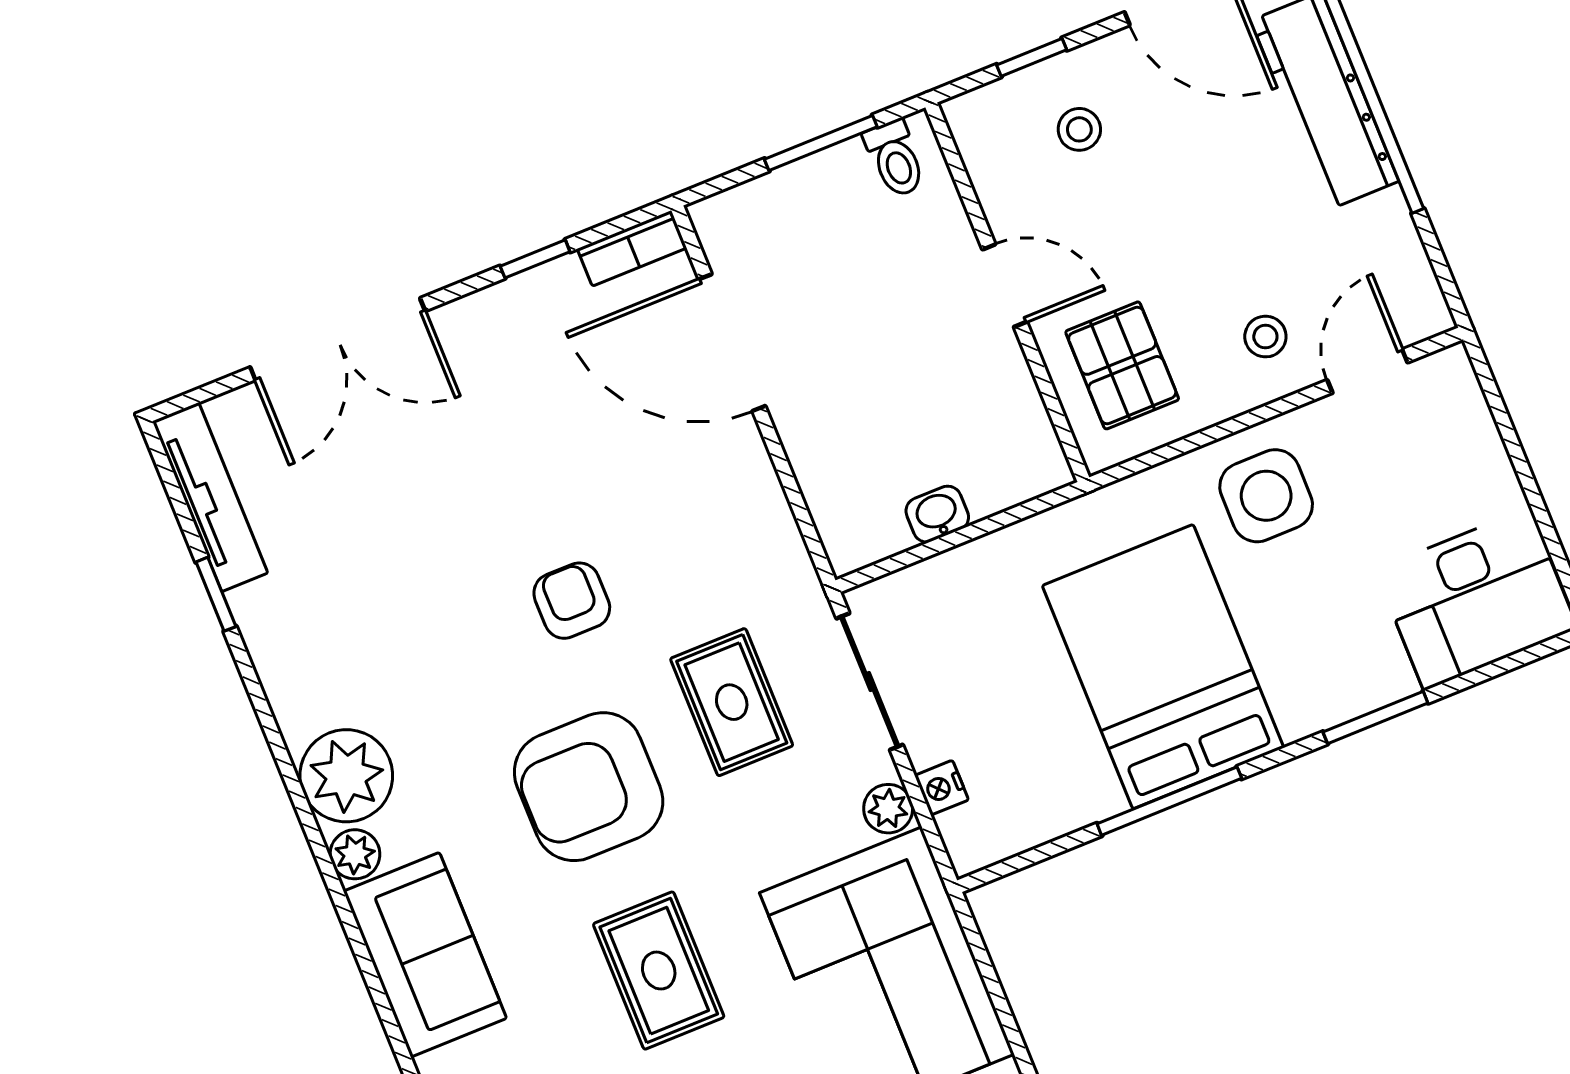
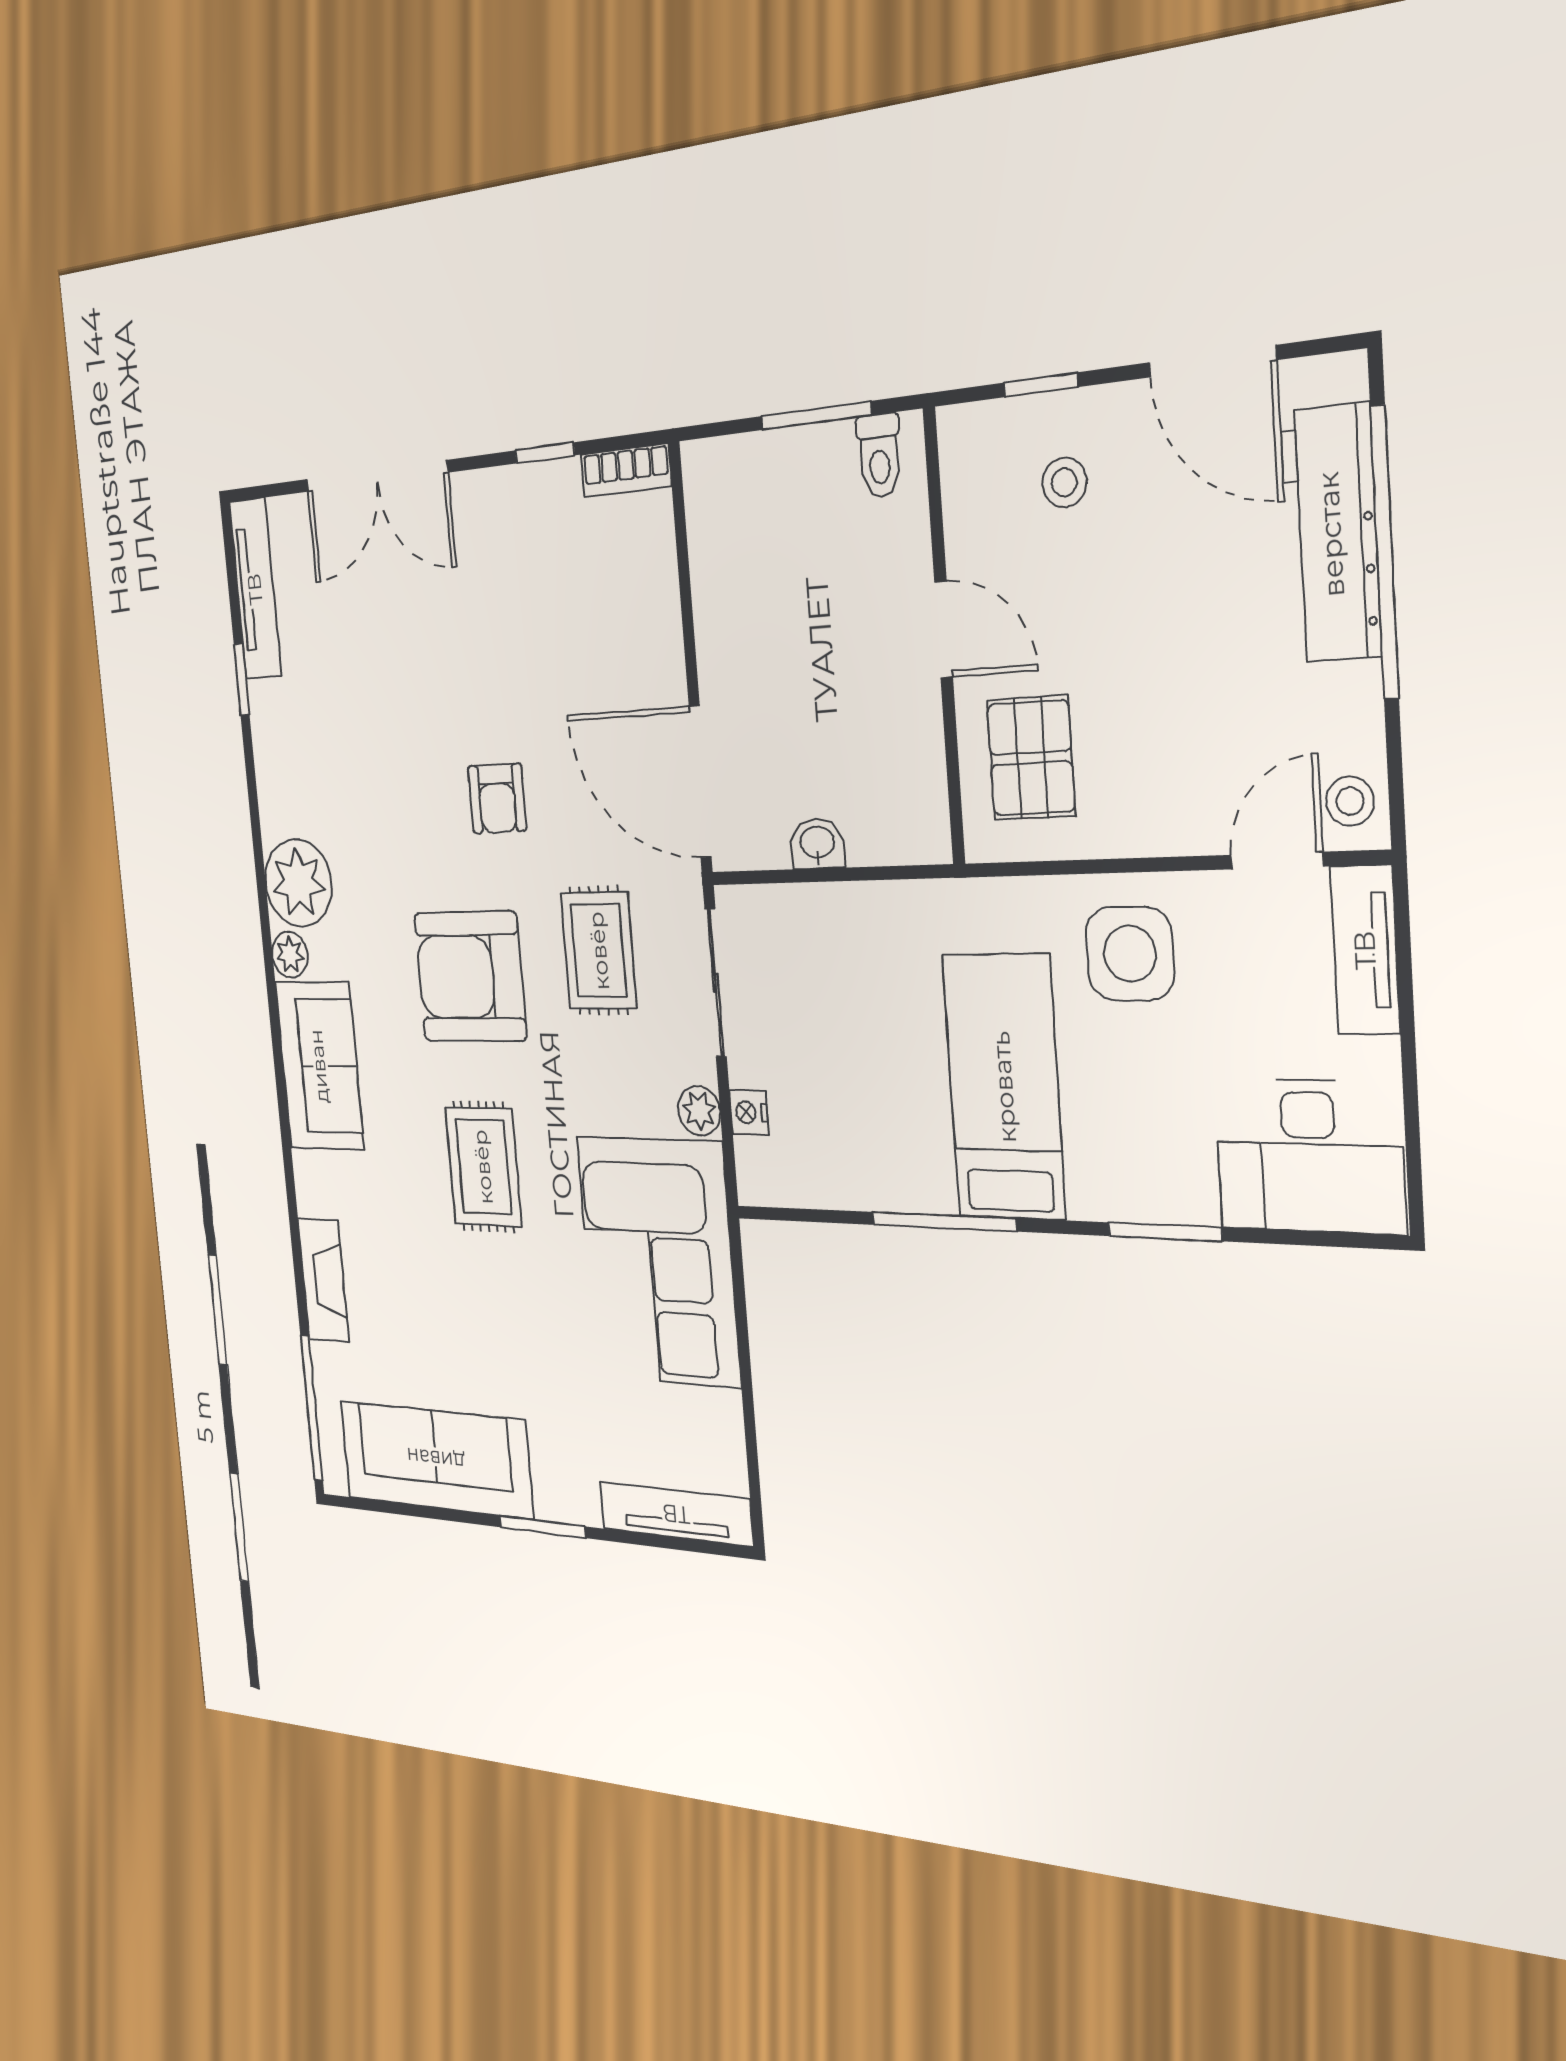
stool: (1265, 337) -> (1350, 801), moved
door: (732, 343) -> (700, 782), moved
tv unit: (1465, 415) -> (1365, 950), added
armchair: (572, 601) -> (497, 799), turned 180
bed: (1163, 667) -> (1004, 1087), width x0.67

